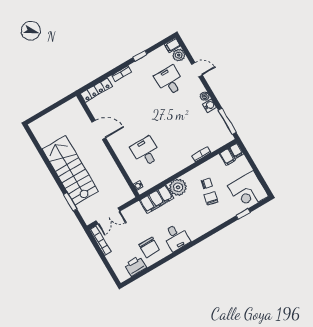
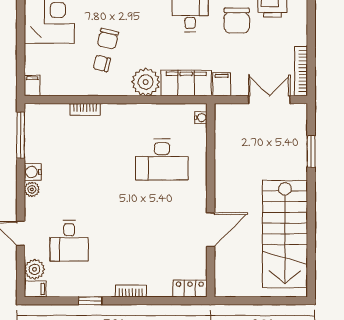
locker: (96, 90) -> (190, 288), width x0.66
door: (99, 130) -> (211, 230), swing flipped
desk: (146, 152) -> (162, 160), width x1.37
filing cabinet: (227, 157) -> (222, 84), moved
stairs: (70, 170) -> (285, 234), moved
chair: (149, 247) -> (237, 20), turned 180

